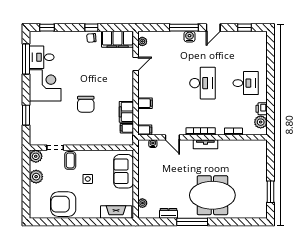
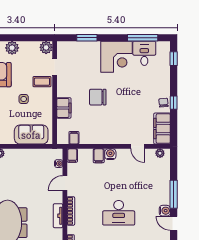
water cooler: (189, 37) -> (165, 211), moved
water cooler: (143, 91) -> (110, 154), added
filing cabinet: (126, 112) -> (64, 108), moved, turned 90
plant: (36, 177) -> (12, 48), moved

